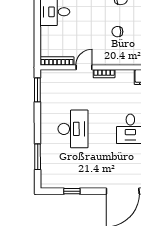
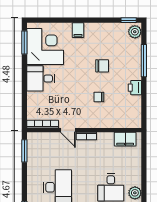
door: (84, 67) -> (68, 130), swing flipped

